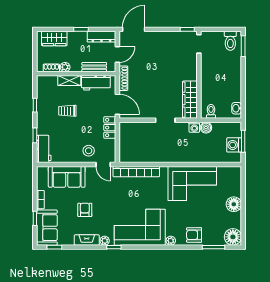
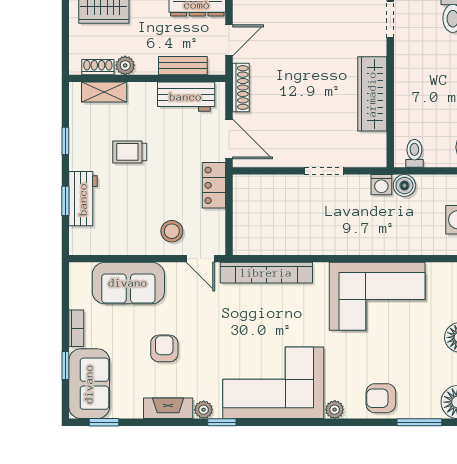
shelving: (69, 81) -> (104, 92), moved
wardrobe: (190, 100) -> (372, 94), moved
workbench: (44, 149) -> (83, 199), moved

